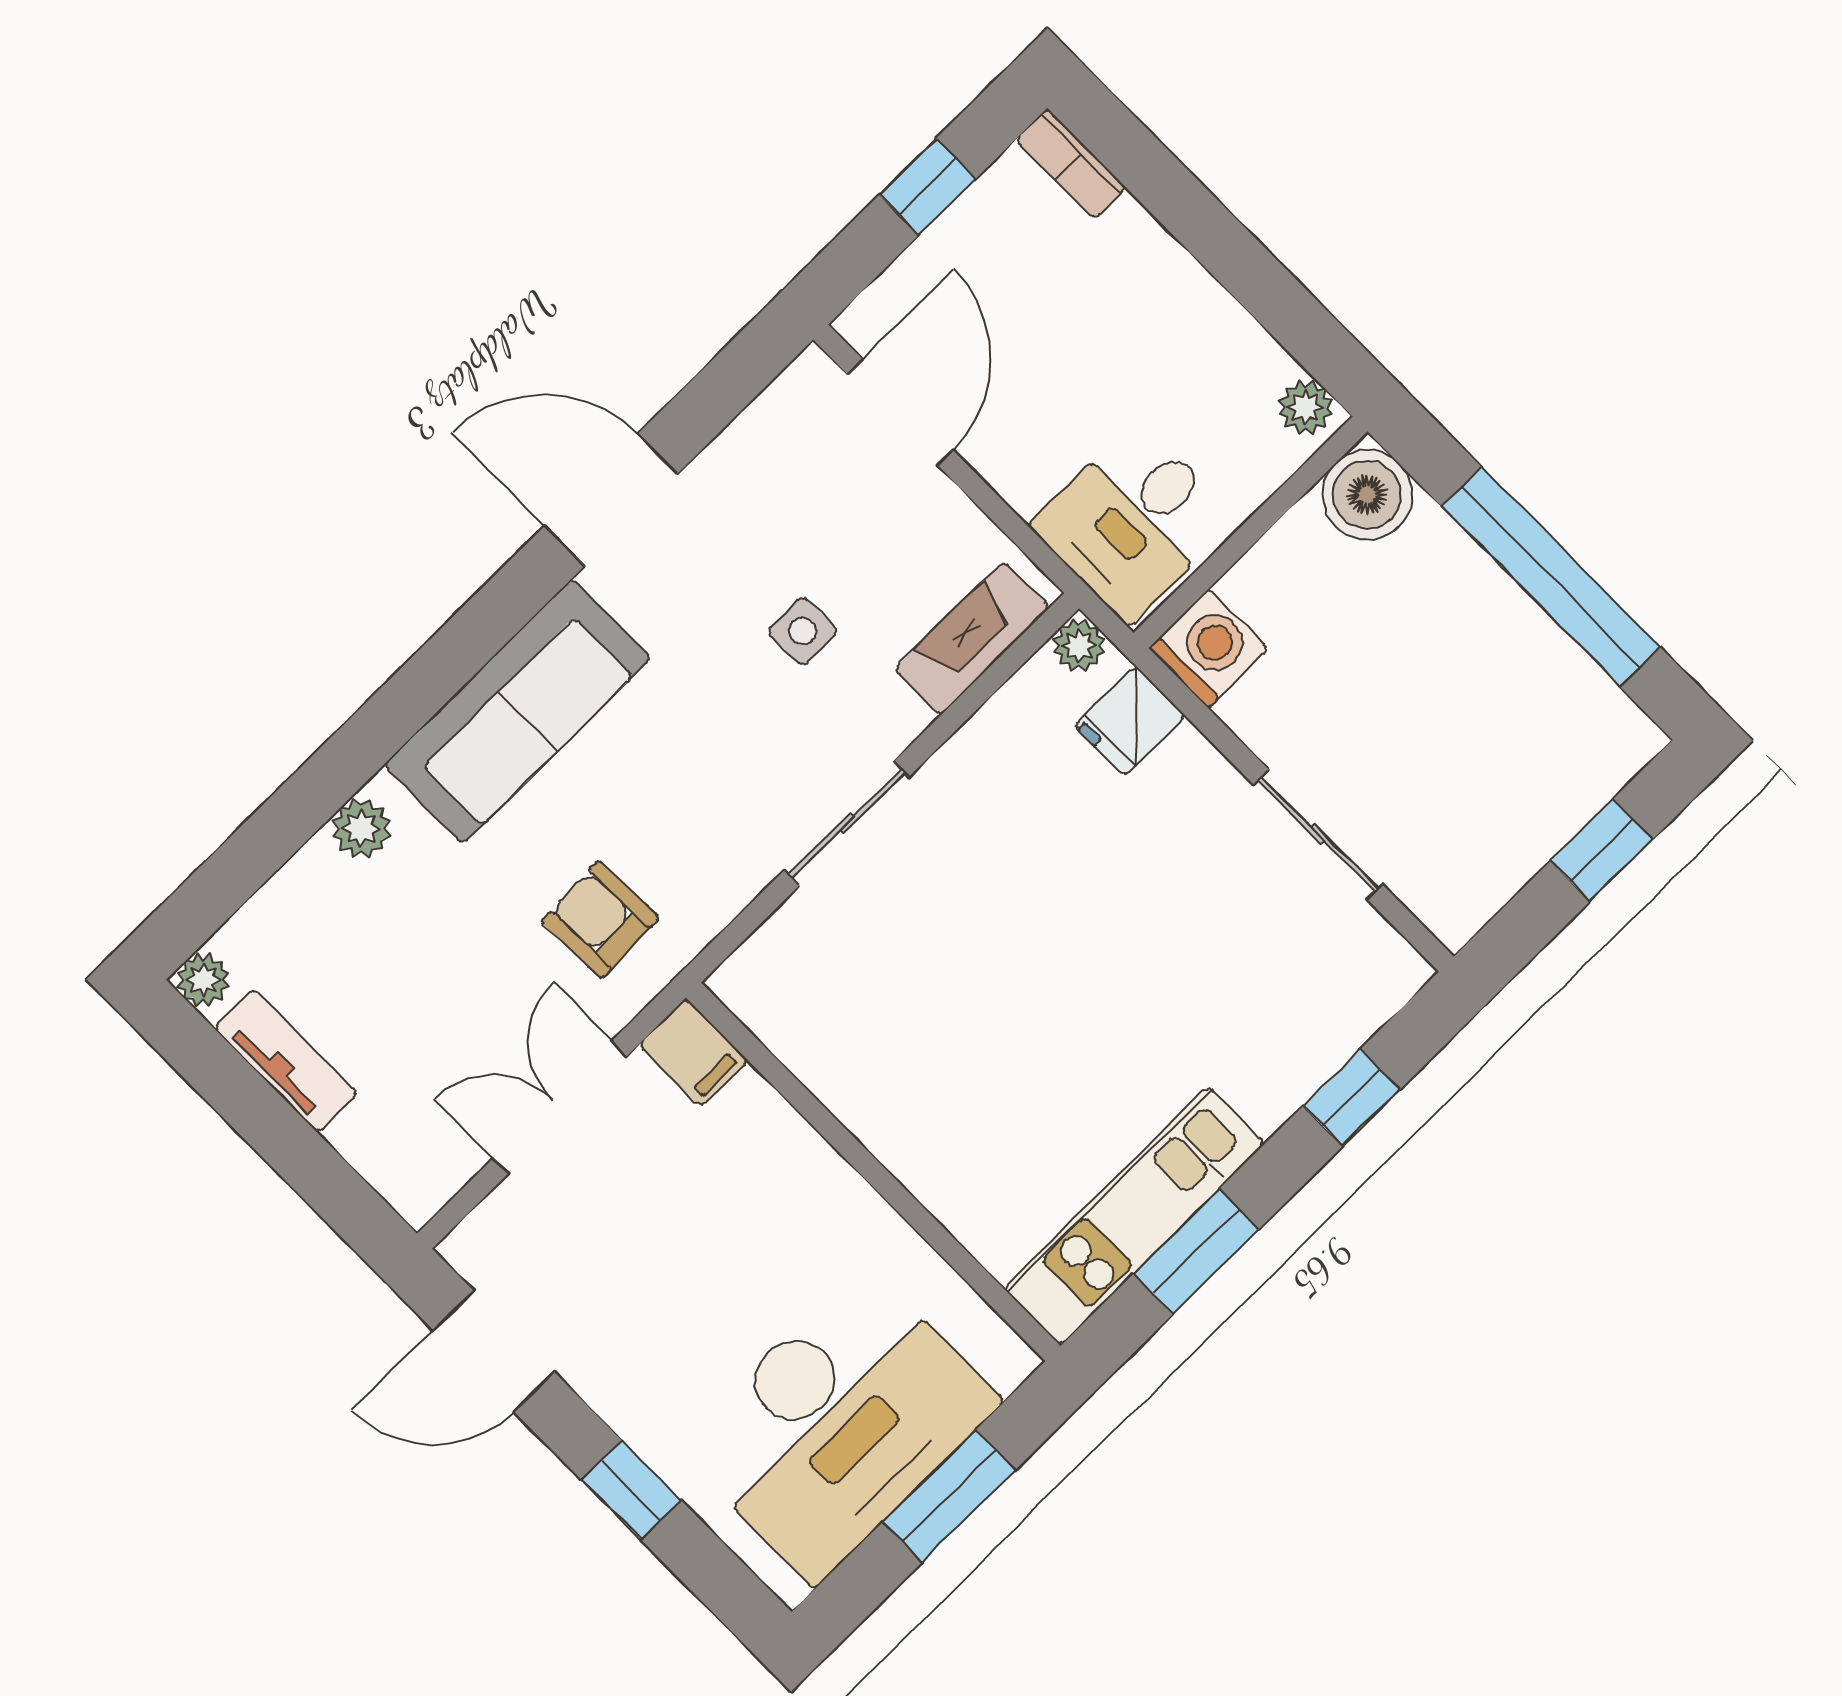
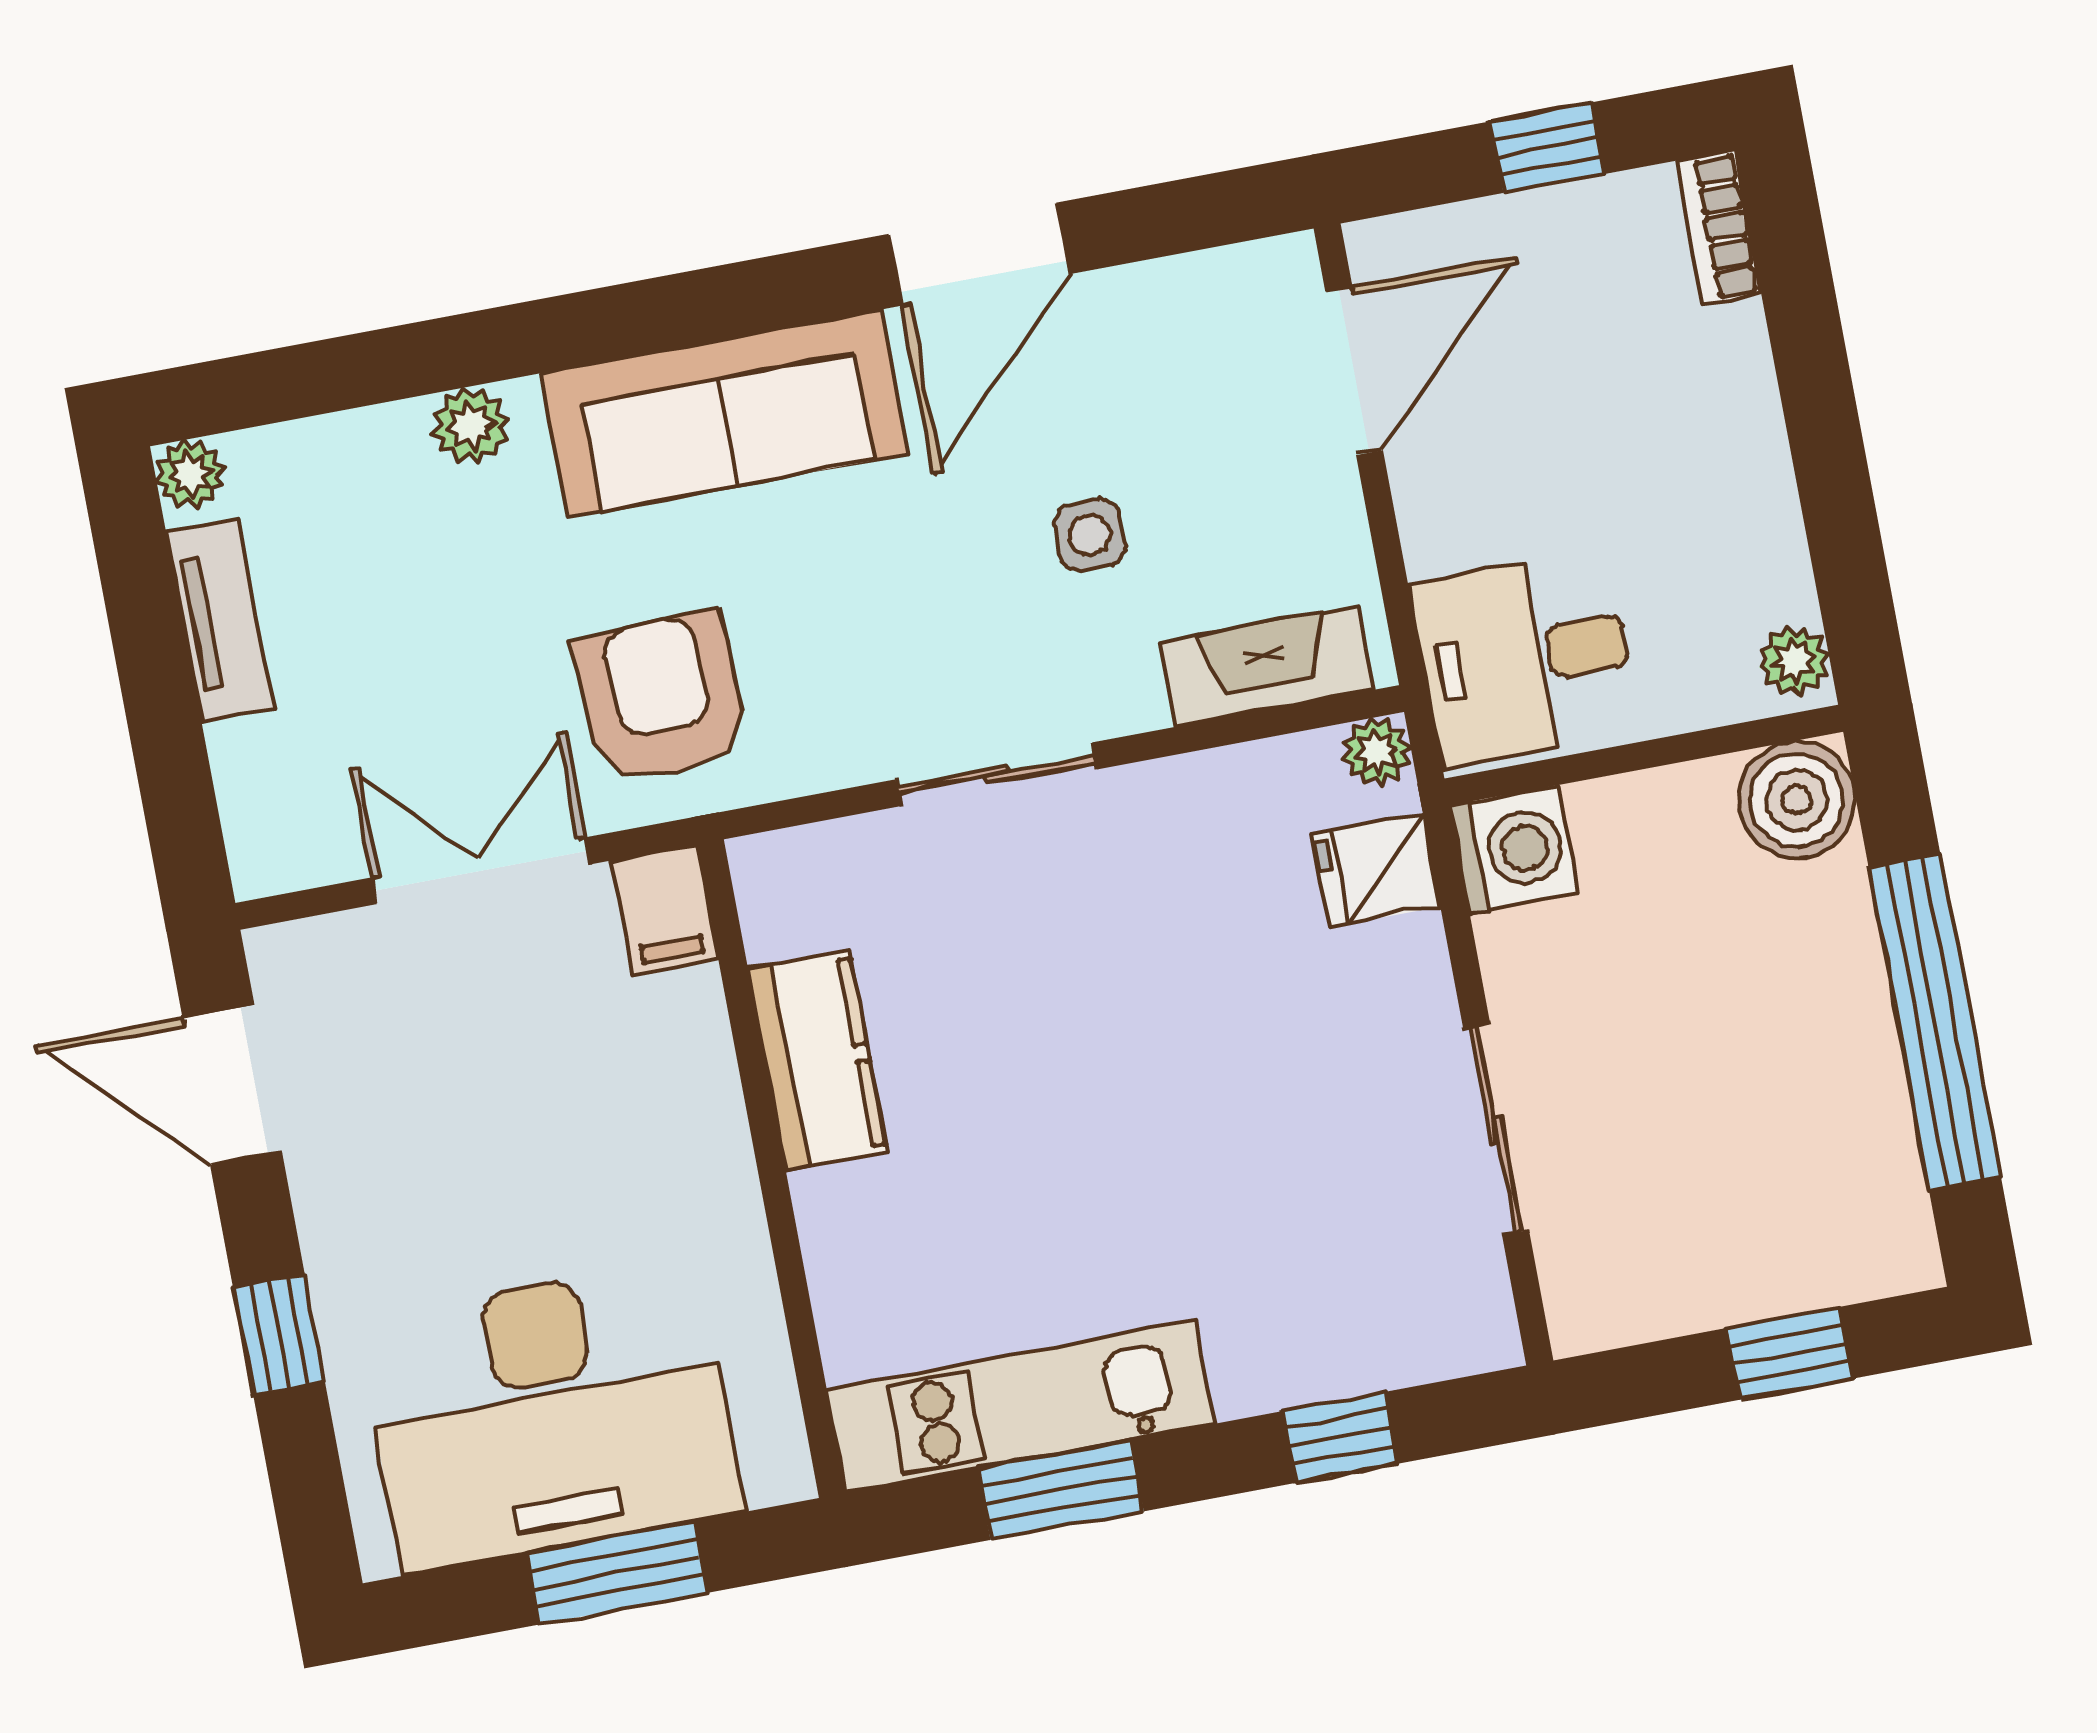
door: (611, 500) -> (979, 254), swing flipped
armchair: (600, 920) -> (661, 698), width x1.38, depth x1.38
kitchen counter: (856, 1083) -> (817, 1061), added

